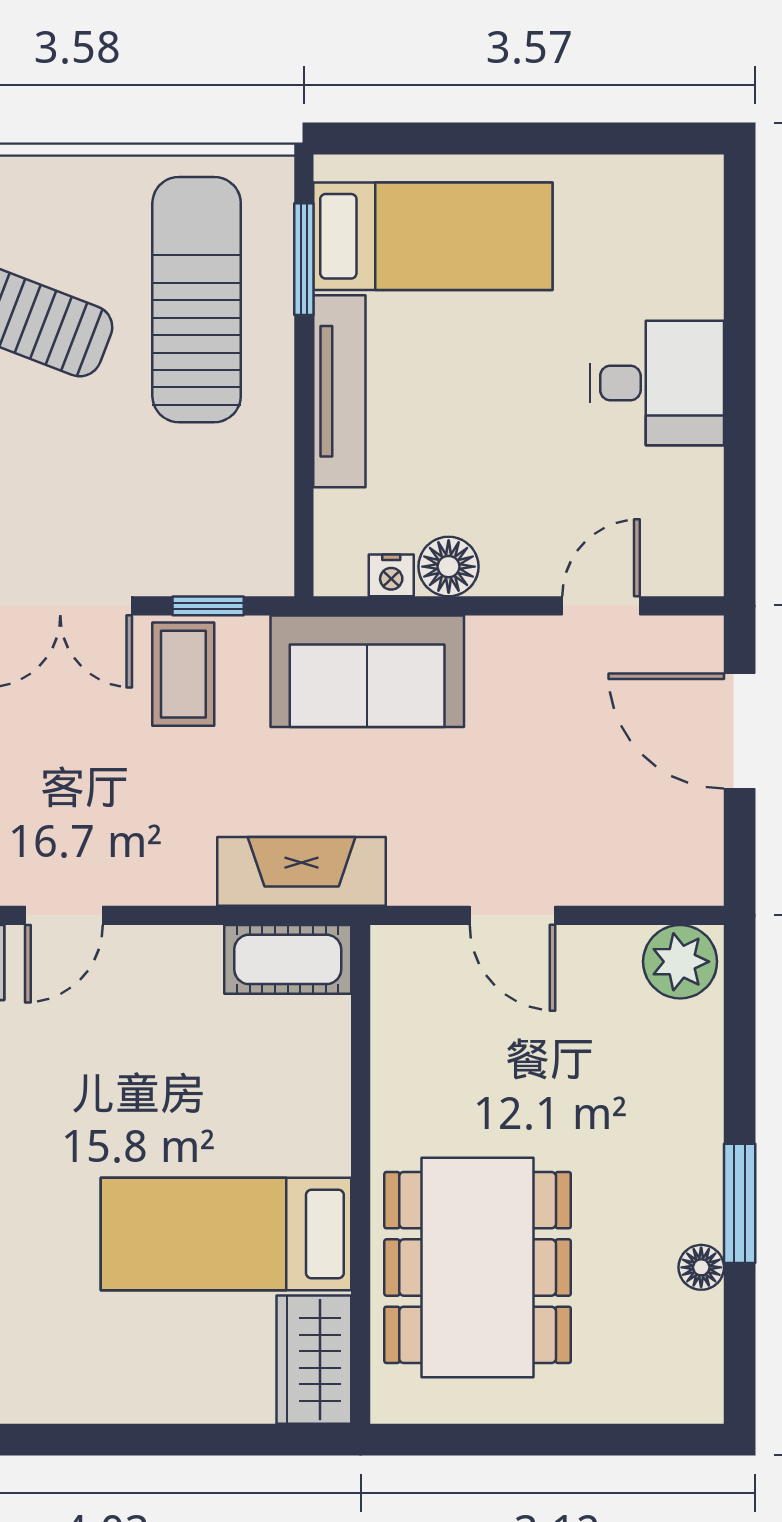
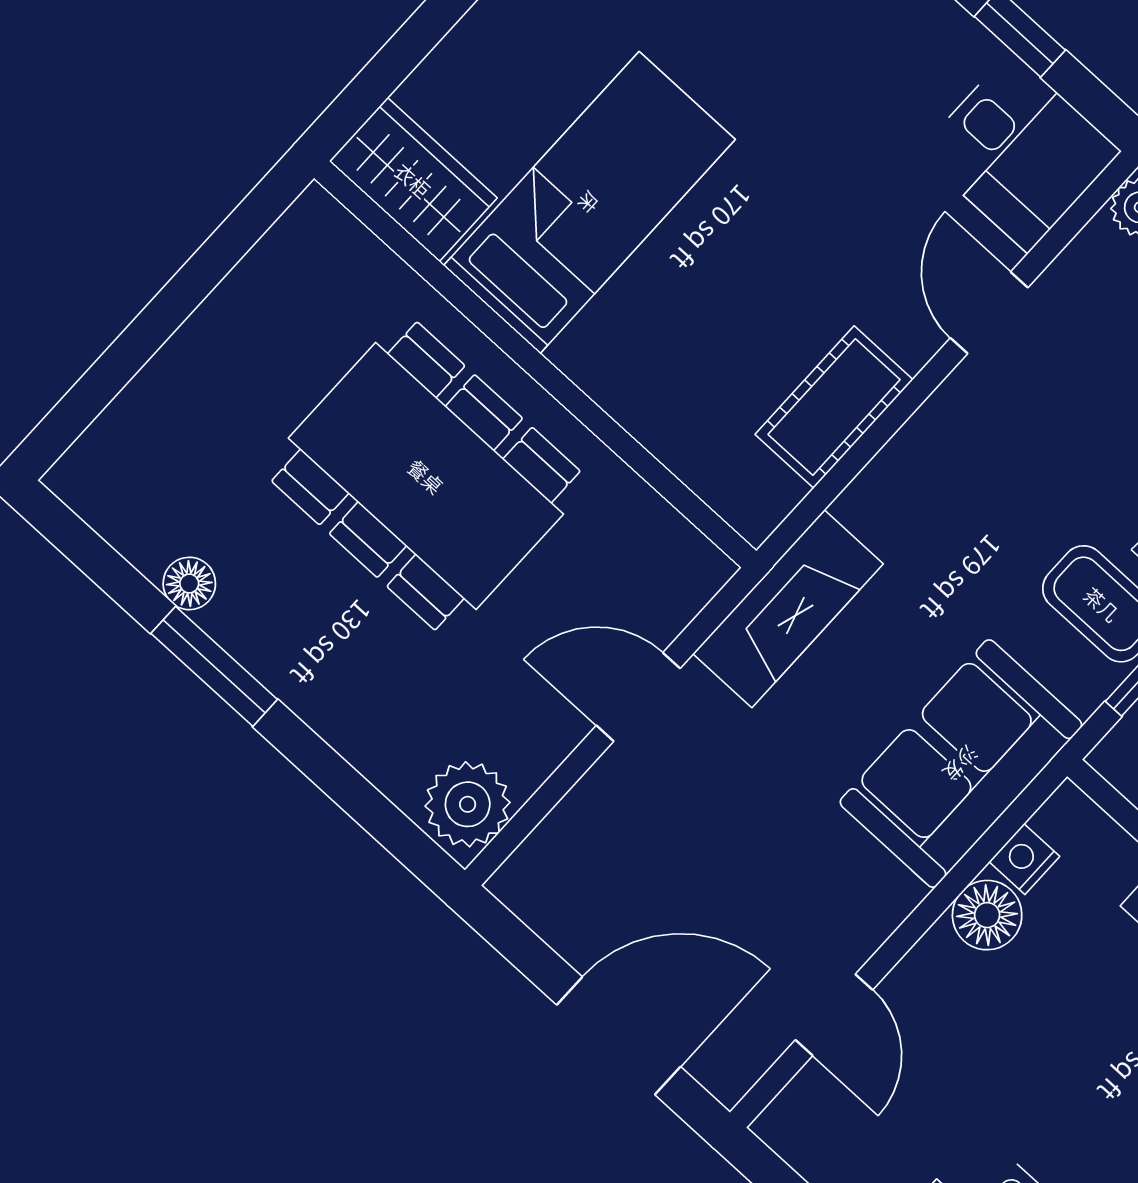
fireplace: (302, 871) -> (788, 609), moved
cot: (288, 959) -> (834, 407), moved
dining table: (478, 1268) -> (426, 476), moved

